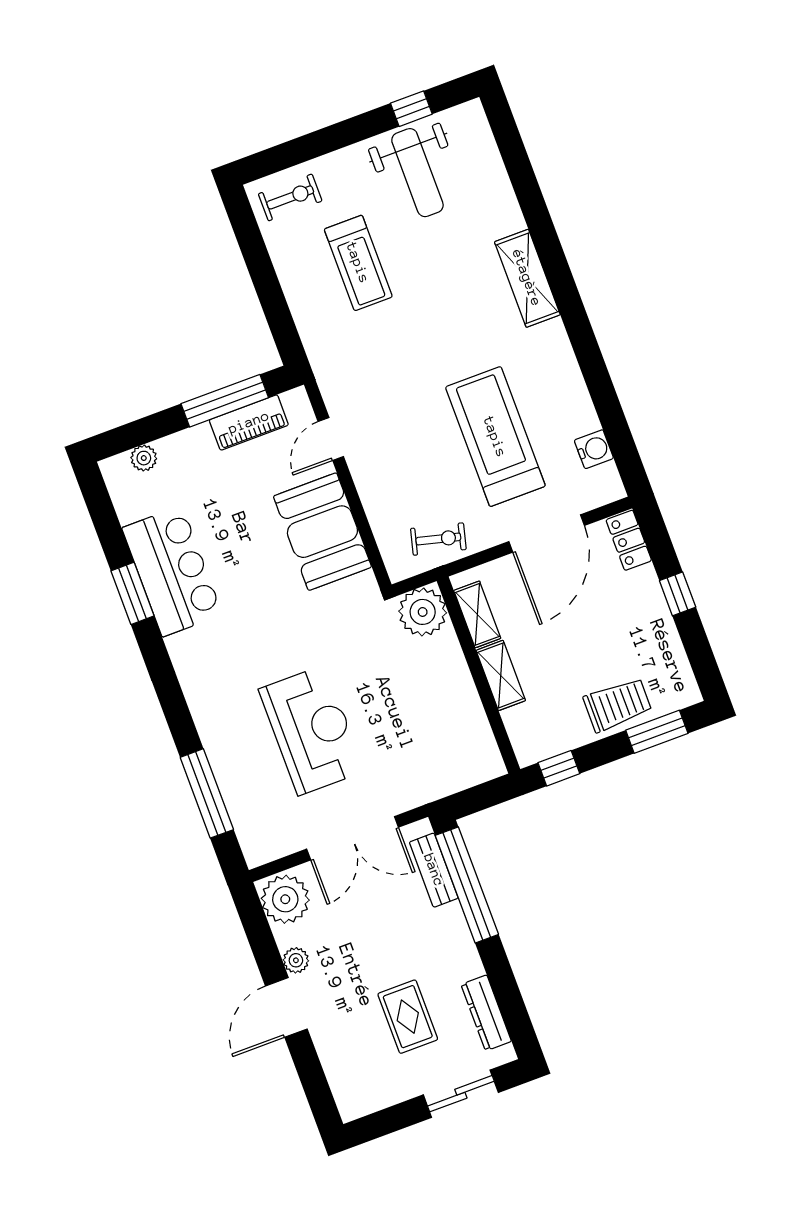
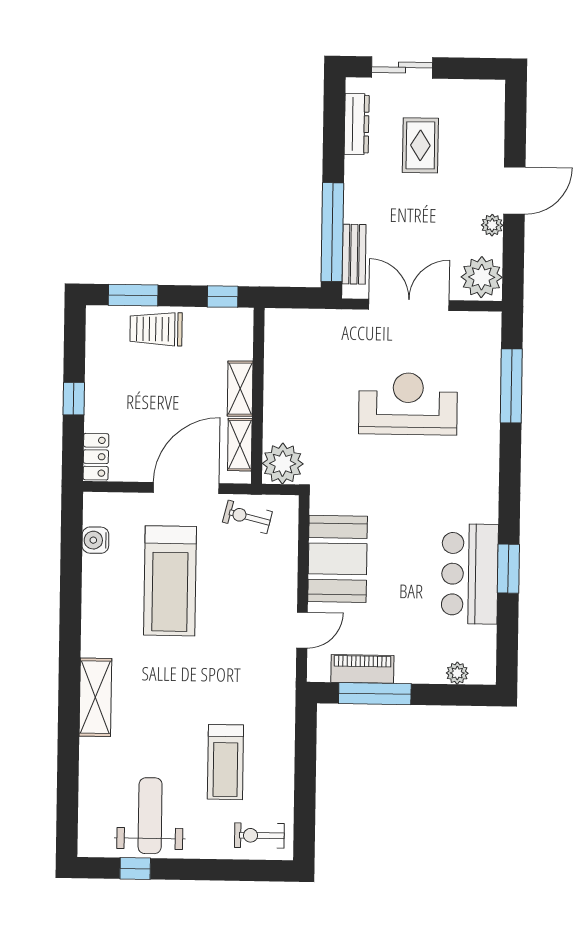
treadmill: (358, 263) -> (225, 762), turned 180
door: (547, 534) -> (186, 488), moved
reception desk: (312, 730) -> (408, 404), turned 90

